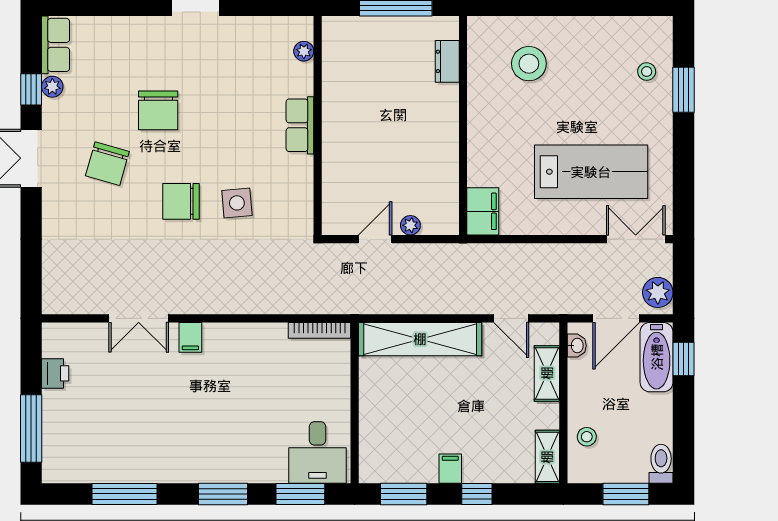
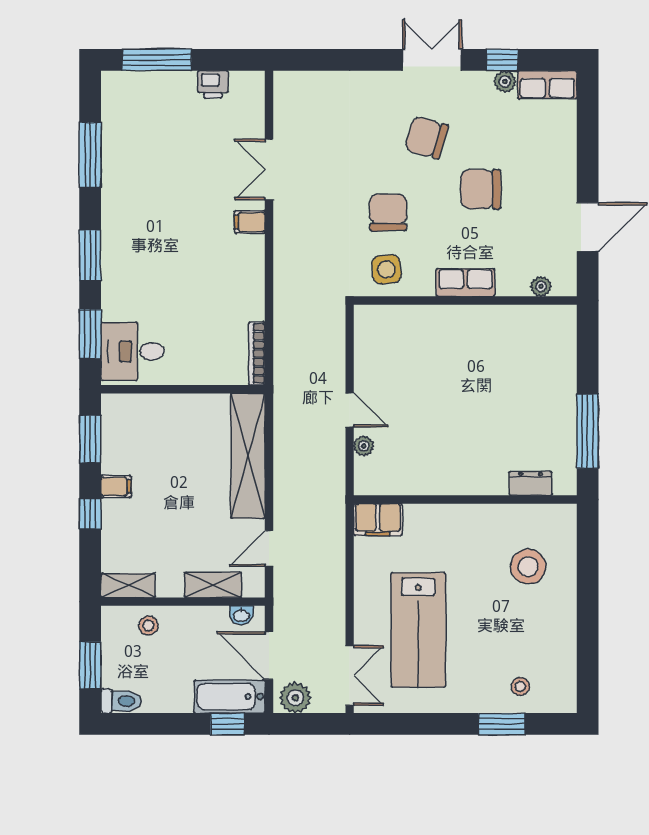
plant: (304, 51) -> (541, 286), moved
row of seats: (300, 125) -> (466, 283), moved
wall: (318, 125) -> (465, 301), moved

